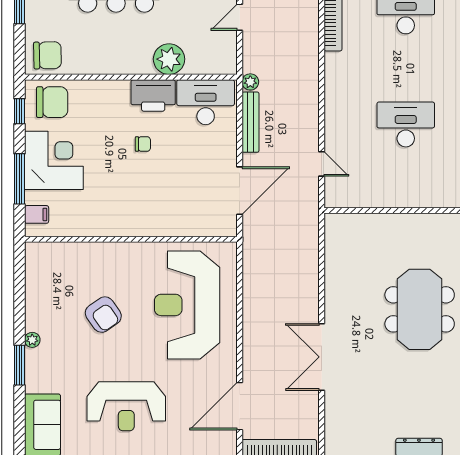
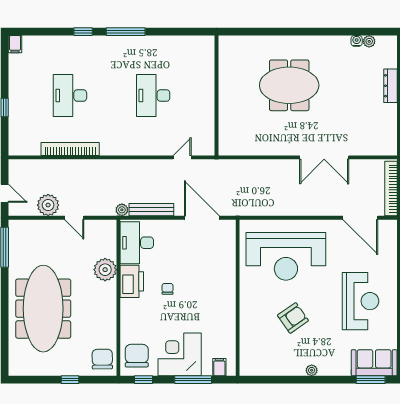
window: (19, 365) -> (371, 380), moved

